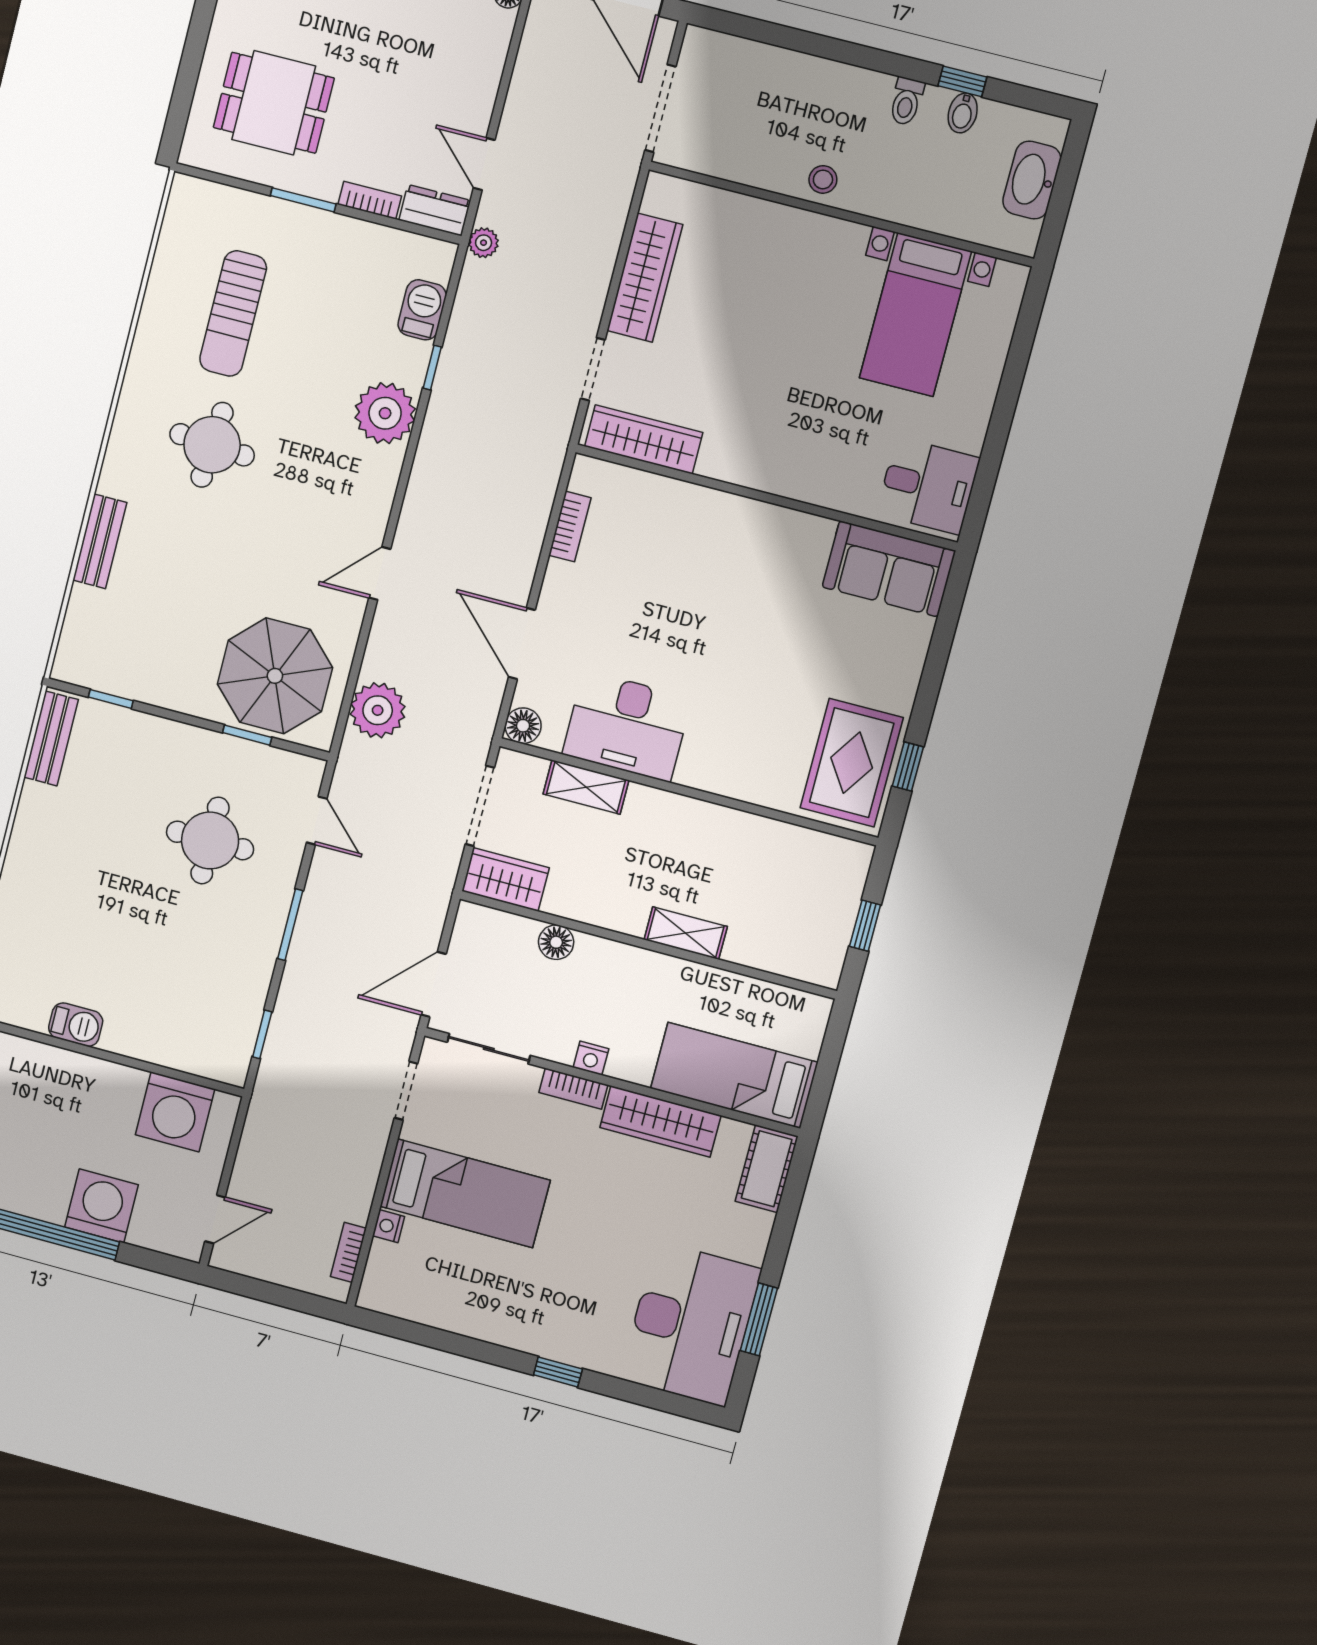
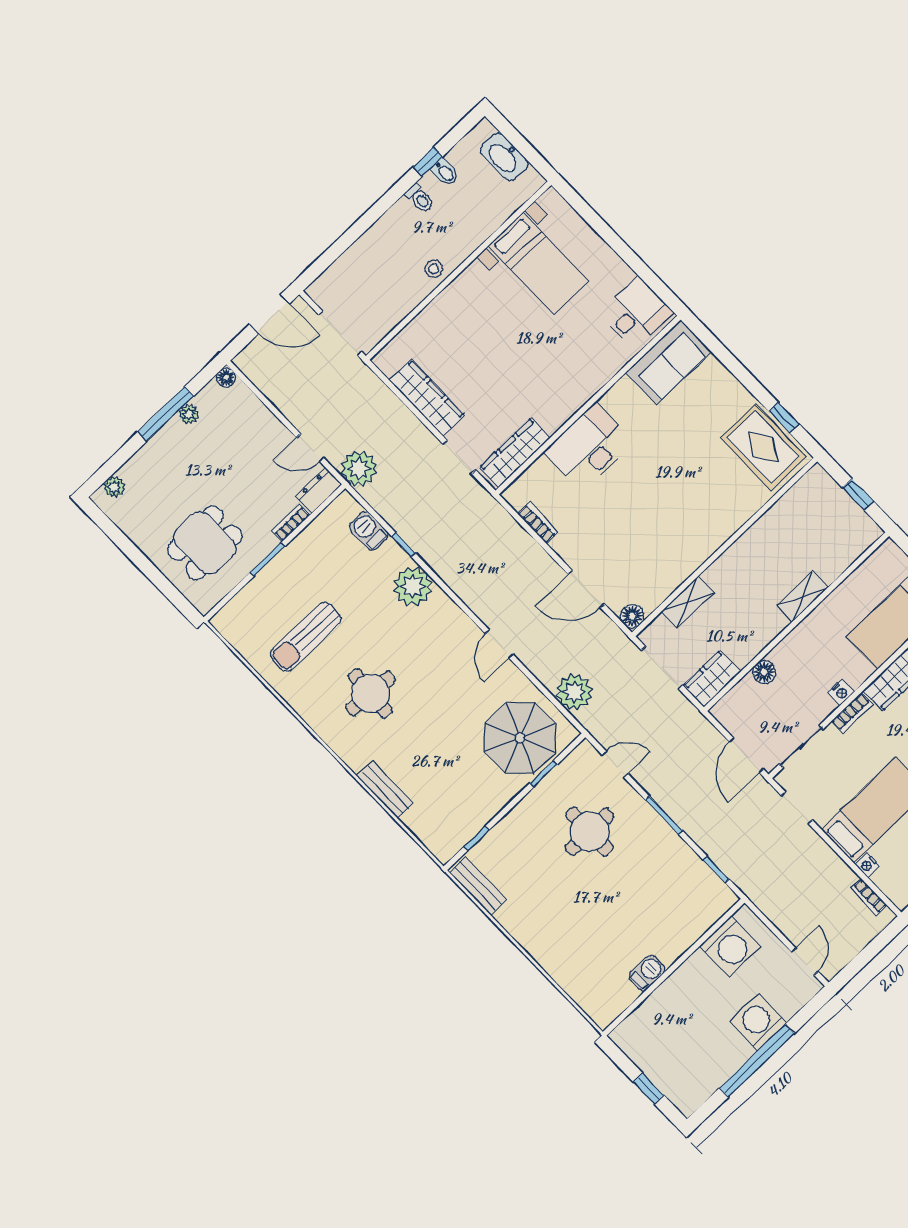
plant: (484, 243) -> (359, 469), width x1.88, depth x1.88
sun lounger: (233, 313) -> (306, 637), turned 90
desk: (627, 726) -> (589, 447), moved, turned 180

